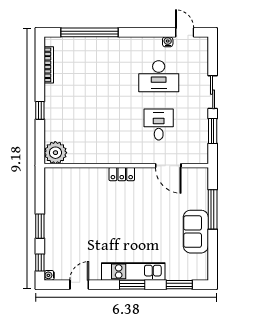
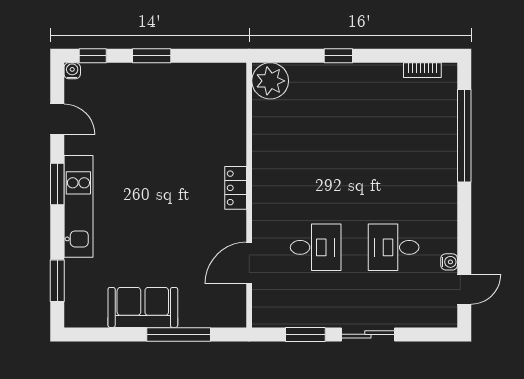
bookcase: (49, 65) -> (422, 70), width x0.64
desk: (159, 76) -> (394, 247), width x0.73
window: (132, 285) -> (57, 184), moved

